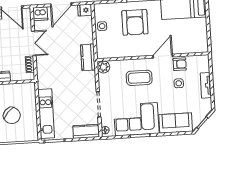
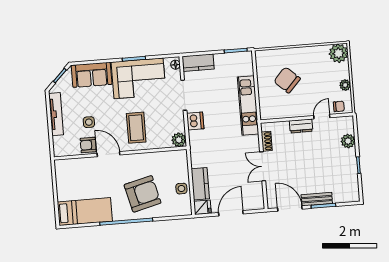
dishwasher: (40, 14) -> (195, 121), moved, turned 90
armchair: (135, 22) -> (143, 194), turned 76
door: (163, 56) -> (108, 154), swing flipped
kitchen counter: (88, 57) -> (200, 184), moved
coffee table: (139, 78) -> (136, 128), turned 90
tv unit: (206, 85) -> (56, 114), width x1.41
kitchen unit: (46, 114) -> (248, 105), moved

